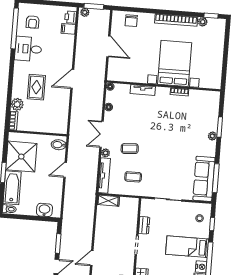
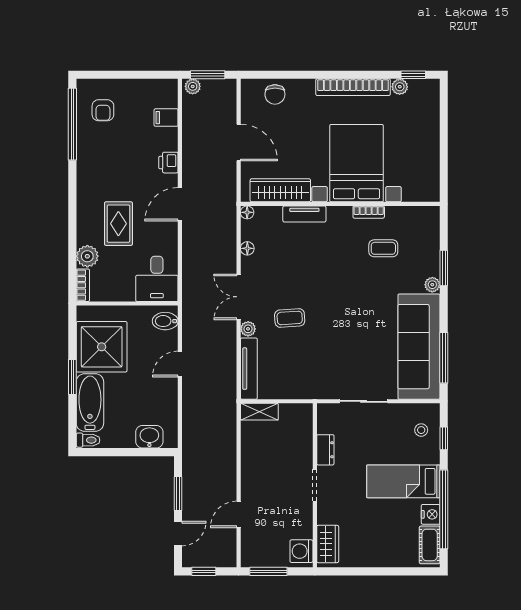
printer: (71, 17) -> (168, 163), moved
desk: (28, 49) -> (157, 279), moved, turned -90
wardrobe: (130, 75) -> (280, 190), added
coffee table: (133, 177) -> (383, 248), moved
sofa: (204, 179) -> (419, 347), width x1.36, depth x1.27

